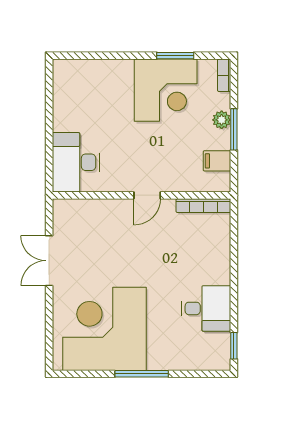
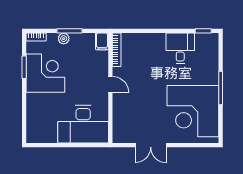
filing cabinet: (217, 161) -> (102, 41), moved
desk: (76, 162) -> (83, 124), width x1.36, depth x1.30

